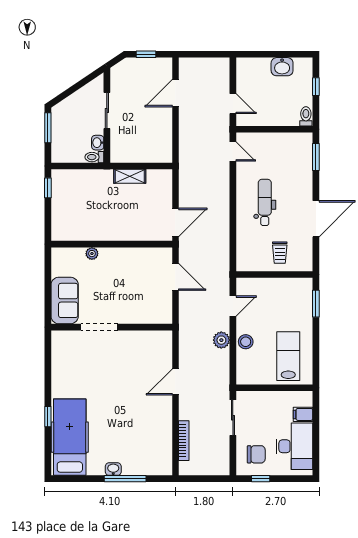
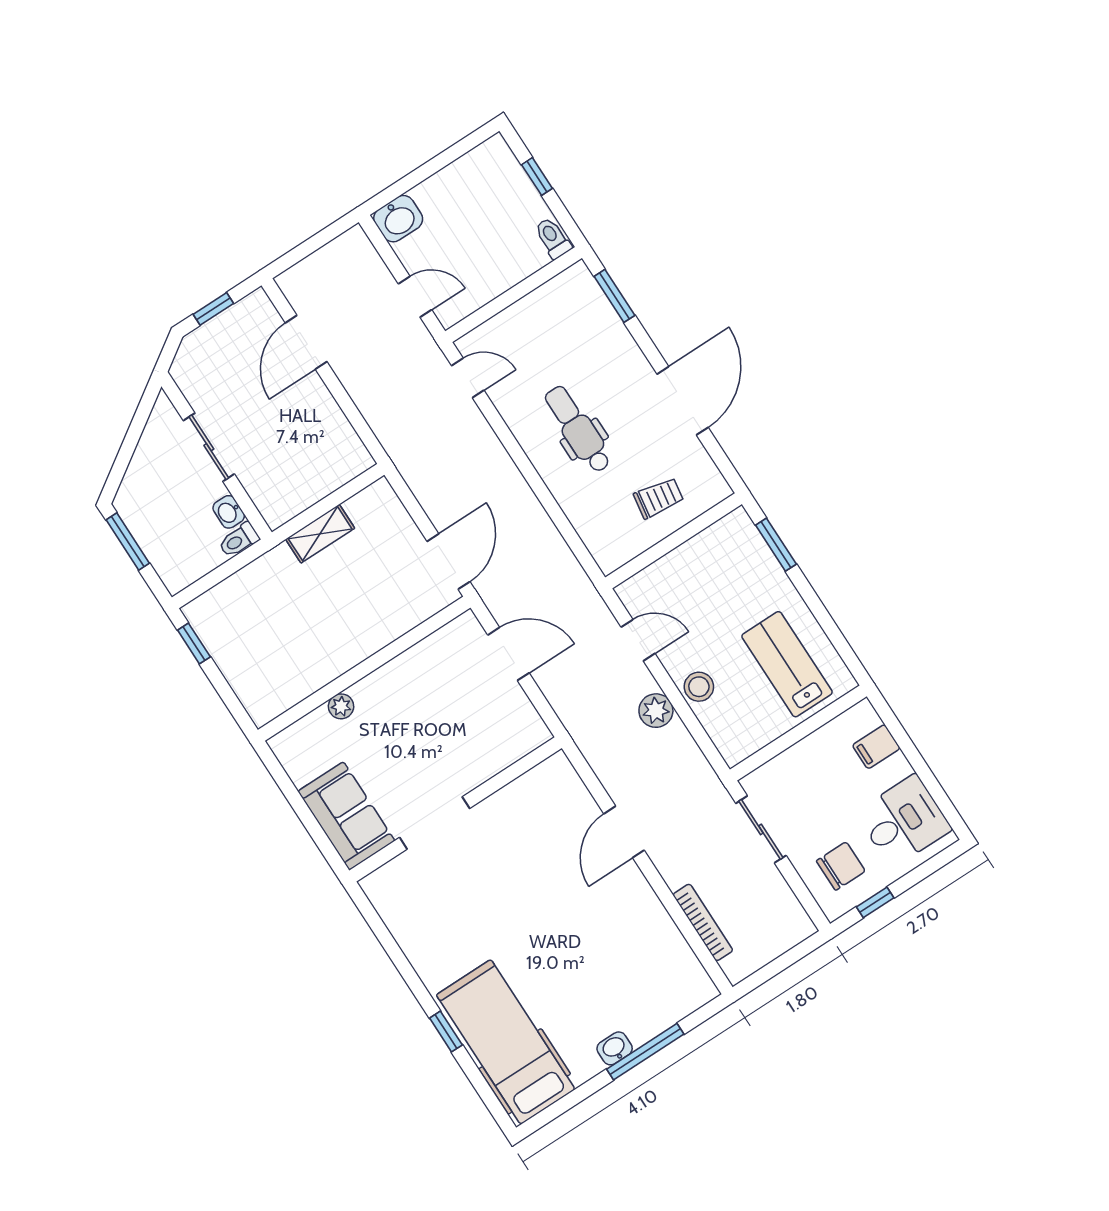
washbasin: (282, 67) -> (398, 219), moved
trolley: (280, 253) -> (659, 498), turned -81
door: (233, 306) -> (638, 640), hinge flipped
desk: (294, 446) -> (904, 821), width x0.73

